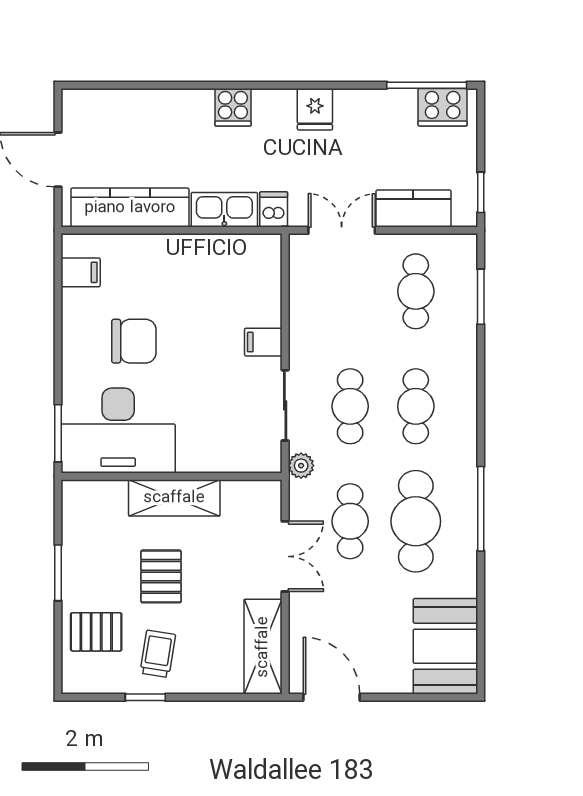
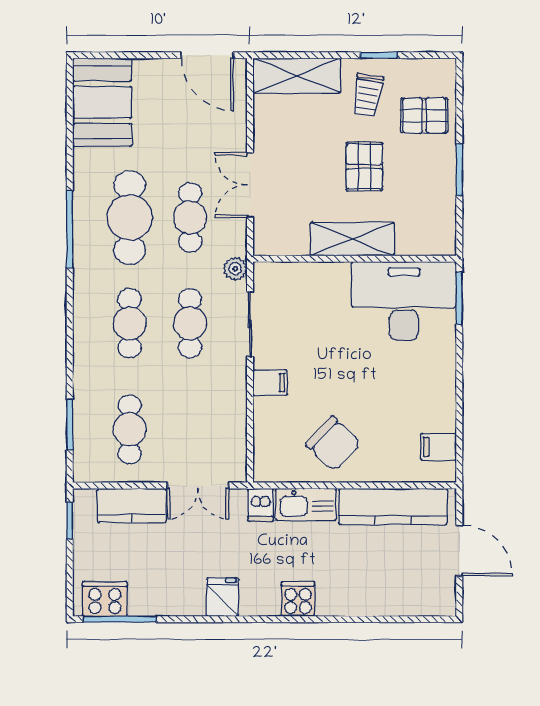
chair: (134, 341) -> (333, 444), moved, turned -137
shelving: (263, 647) -> (297, 76), moved, turned 90

